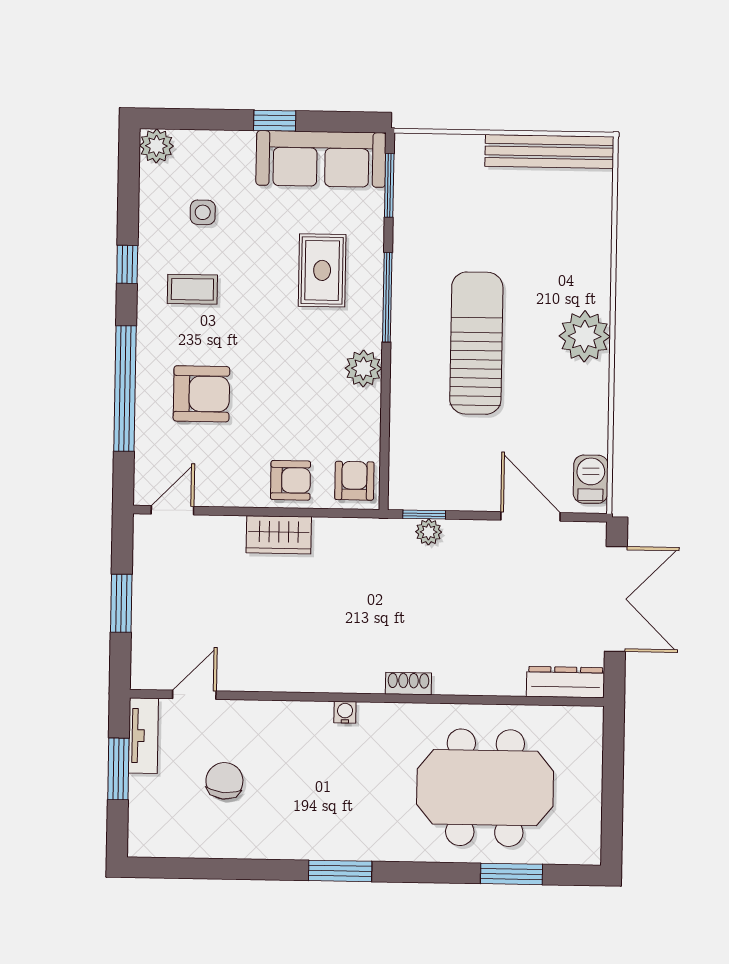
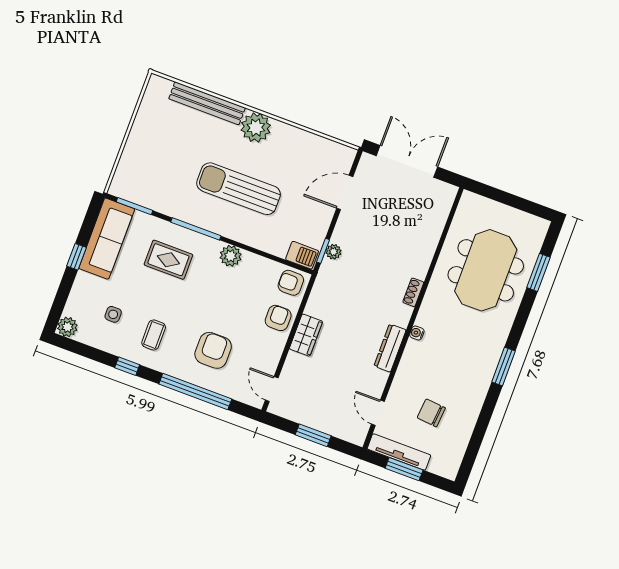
bench: (549, 151) -> (207, 103), moved, turned 90
barbecue: (591, 479) -> (302, 255), moved, turned 180
dresser: (566, 682) -> (390, 348), moved
tv unit: (143, 736) -> (399, 452), width x1.41

